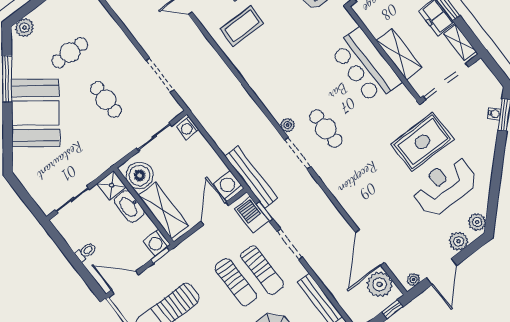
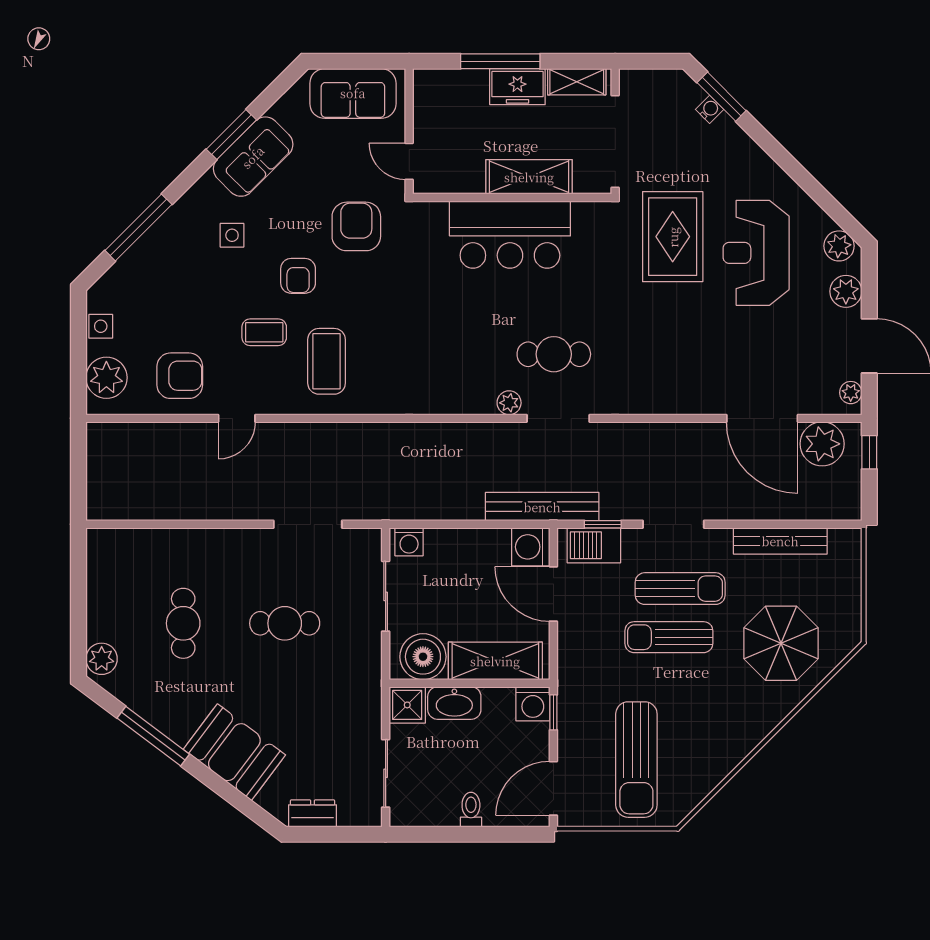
booth: (35, 113) -> (234, 752), width x0.73, depth x0.70
dresser: (28, 180) -> (313, 813), added
sun lounger: (236, 282) -> (669, 637), turned 180

